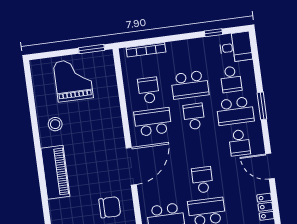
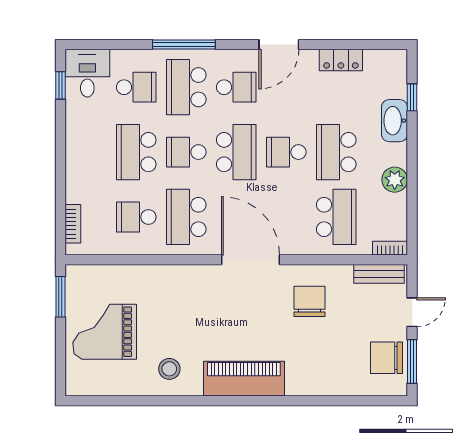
window: (213, 33) -> (60, 85), moved
bookcase: (146, 50) -> (73, 224), width x0.64
school desk: (190, 85) -> (136, 152), turned 180
window: (262, 106) -> (184, 45), width x1.44
school desk: (235, 111) -> (186, 87), turned 180
school desk: (198, 148) -> (236, 152), added

